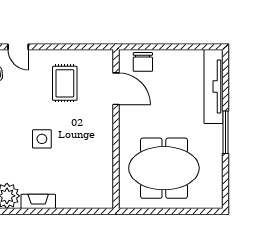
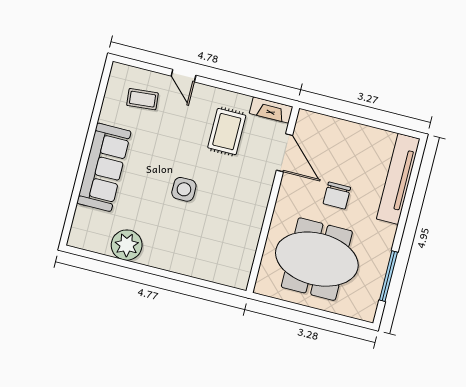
chair: (143, 62) -> (337, 195), moved
window: (226, 132) -> (388, 276), moved
fireplace: (38, 201) -> (271, 110), moved, turned 180

